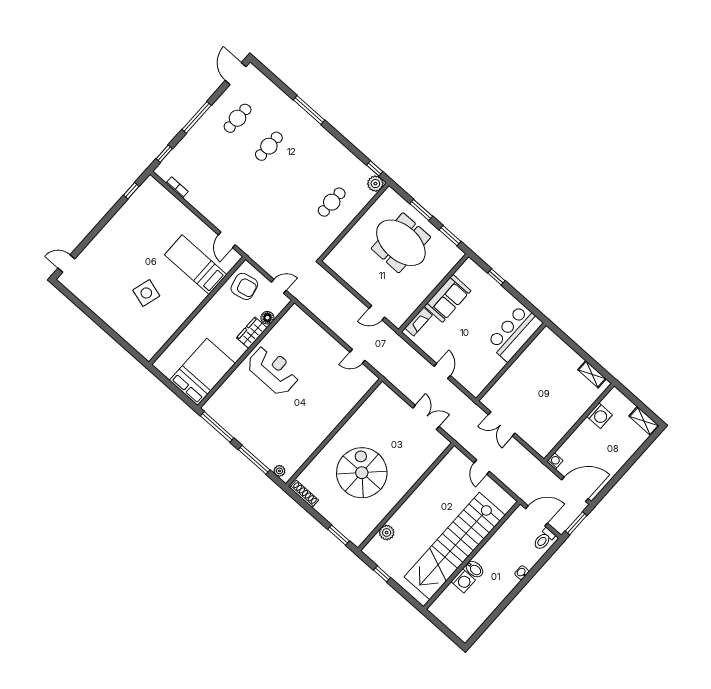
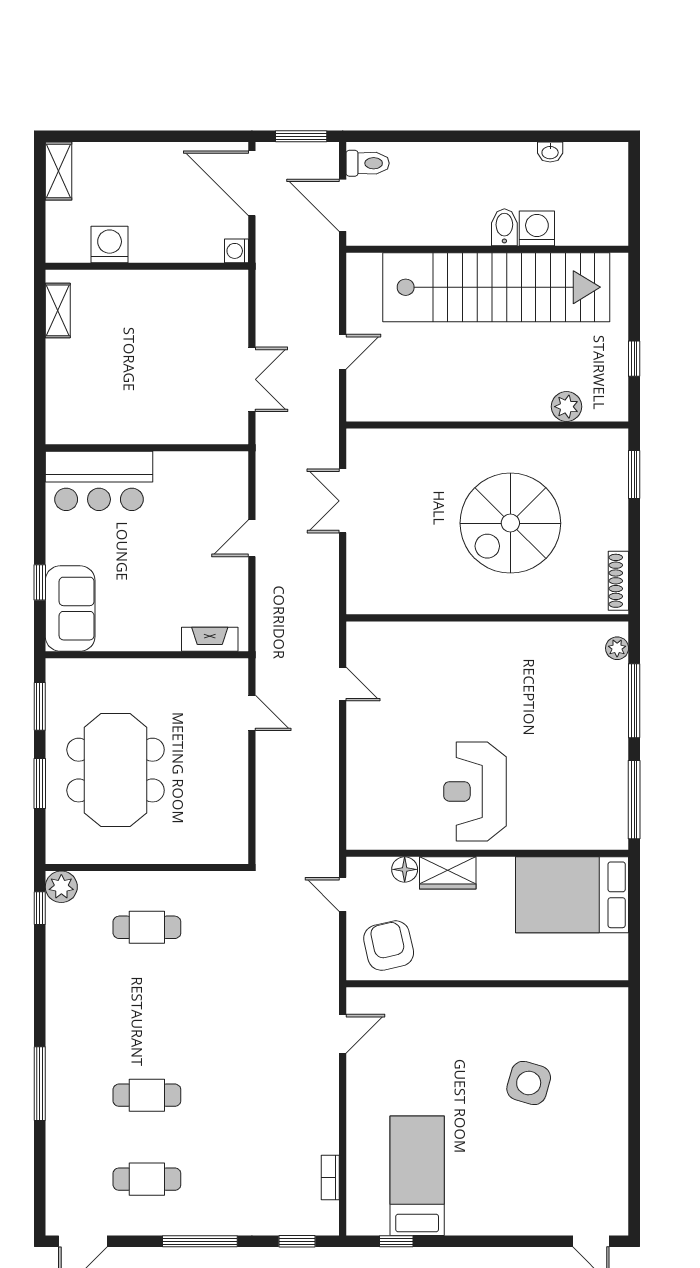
bed: (196, 265) -> (417, 1176), moved, turned 180
sofa: (448, 298) -> (70, 609), moved, turned 90
washbasin: (522, 573) -> (550, 152), moved

